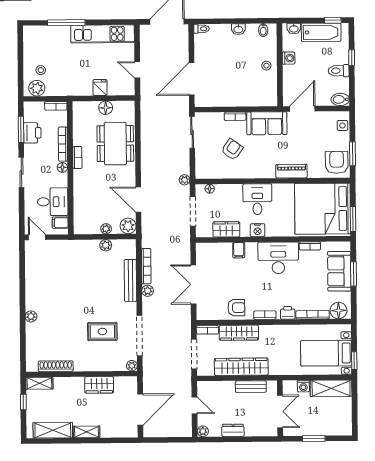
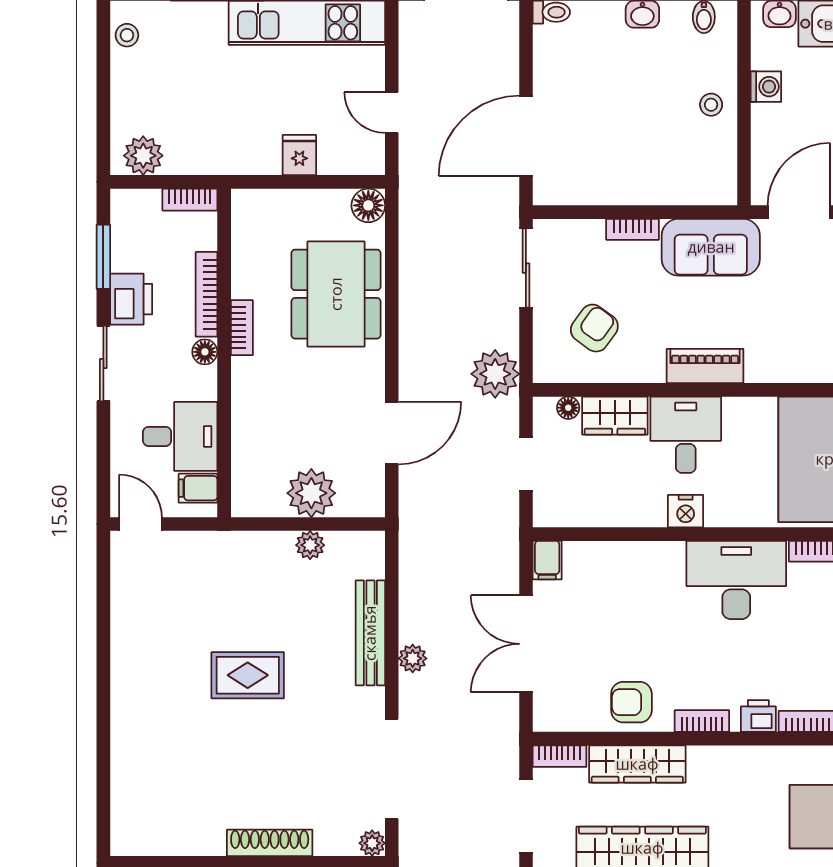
stool: (41, 70) -> (127, 35), moved
floor lamp: (106, 108) -> (368, 205), moved
printer: (32, 133) -> (131, 299), moved
armchair: (232, 149) -> (594, 328), moved
piano: (291, 171) -> (705, 366), moved
plant: (185, 180) -> (495, 374), width x1.87, depth x1.87
door: (138, 200) -> (392, 433), swing flipped
doorway: (193, 212) -> (526, 464), width x0.73
plant: (128, 226) -> (366, 498), removed
plant: (106, 229) -> (311, 493), width x1.88, depth x1.88
wardrobe: (226, 229) -> (615, 416), moved, turned 180
filing cabinet: (239, 250) -> (547, 560), moved
bookcase: (146, 266) -> (410, 598), removed
armchair: (236, 308) -> (631, 702), turned 180
plant: (31, 316) -> (124, 719), removed
rug: (102, 331) -> (248, 675), moved
shoe rack: (56, 366) -> (270, 843), moved

